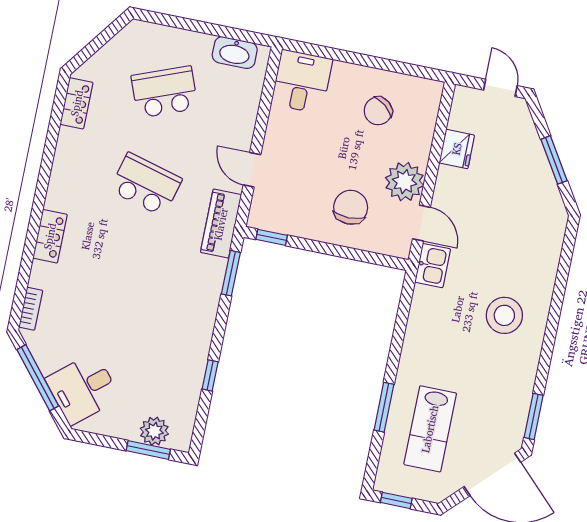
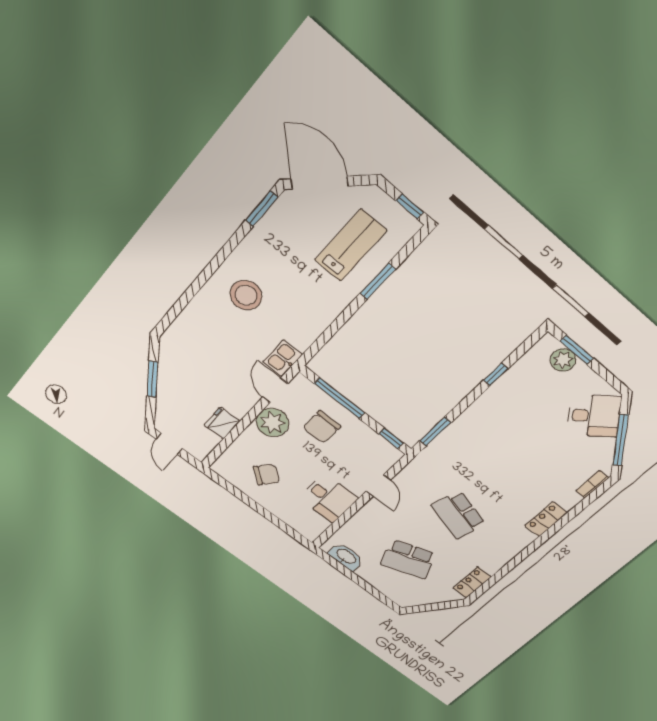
desk: (302, 82) -> (329, 498), moved, turned -90
piano: (221, 224) -> (422, 465), removed
window: (351, 253) -> (340, 398), added

